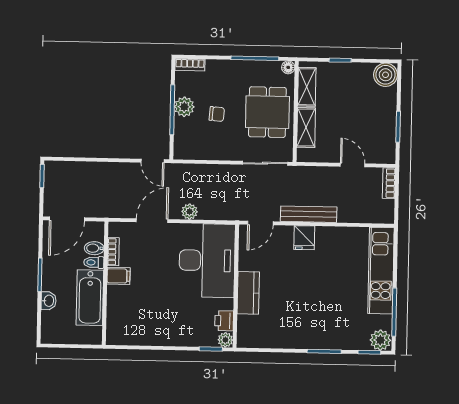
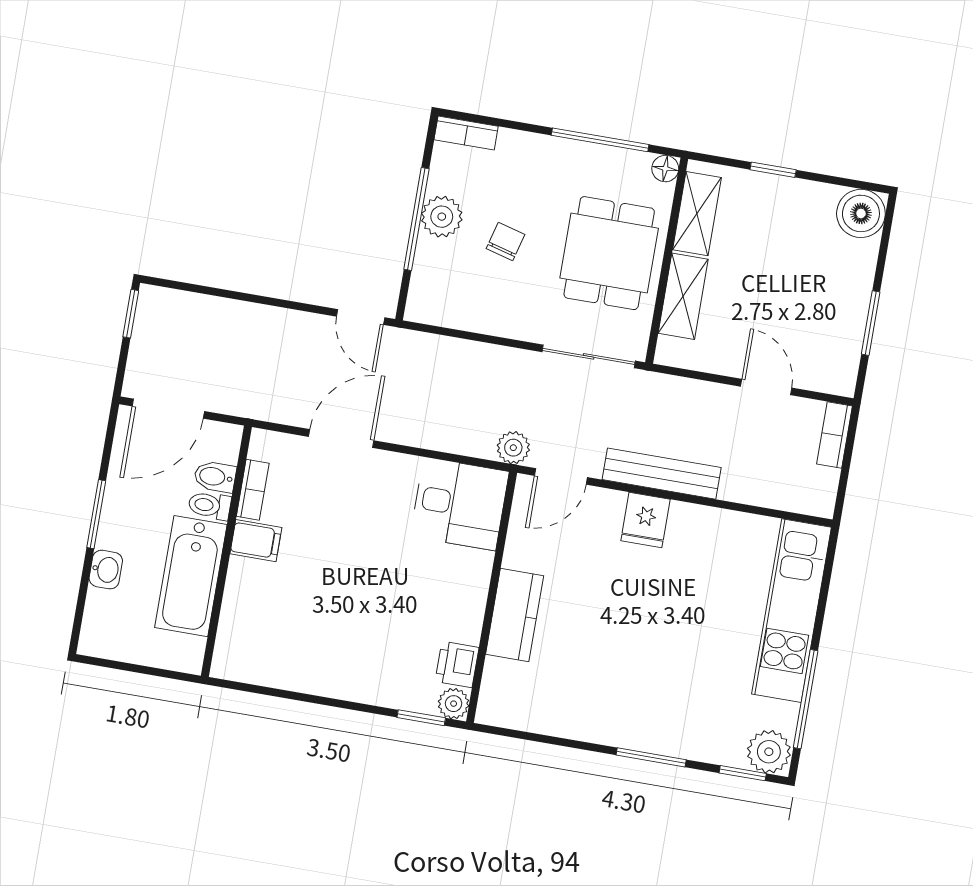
chair: (217, 114) -> (506, 241), turned -80
plant: (190, 212) -> (513, 448), moved
desk: (207, 260) -> (460, 504), width x0.53, depth x0.77

